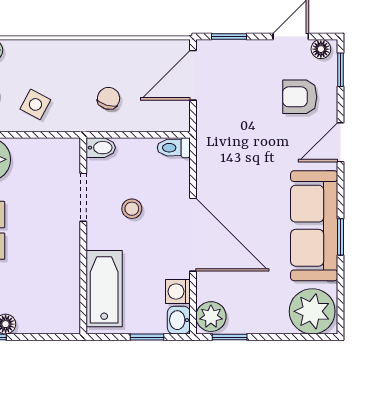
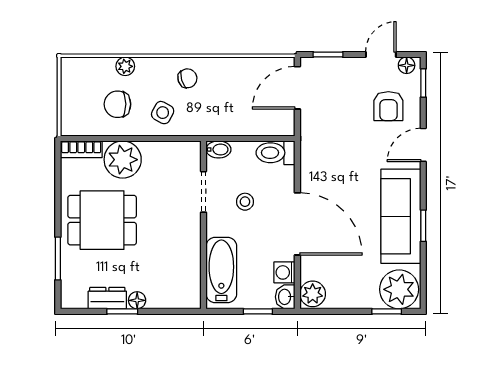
armchair: (300, 97) -> (388, 106), turned -90
chair: (109, 98) -> (187, 78), moved, turned 56
toilet: (174, 148) -> (275, 153), width x1.37, depth x1.39
window: (230, 337) -> (387, 311), moved

